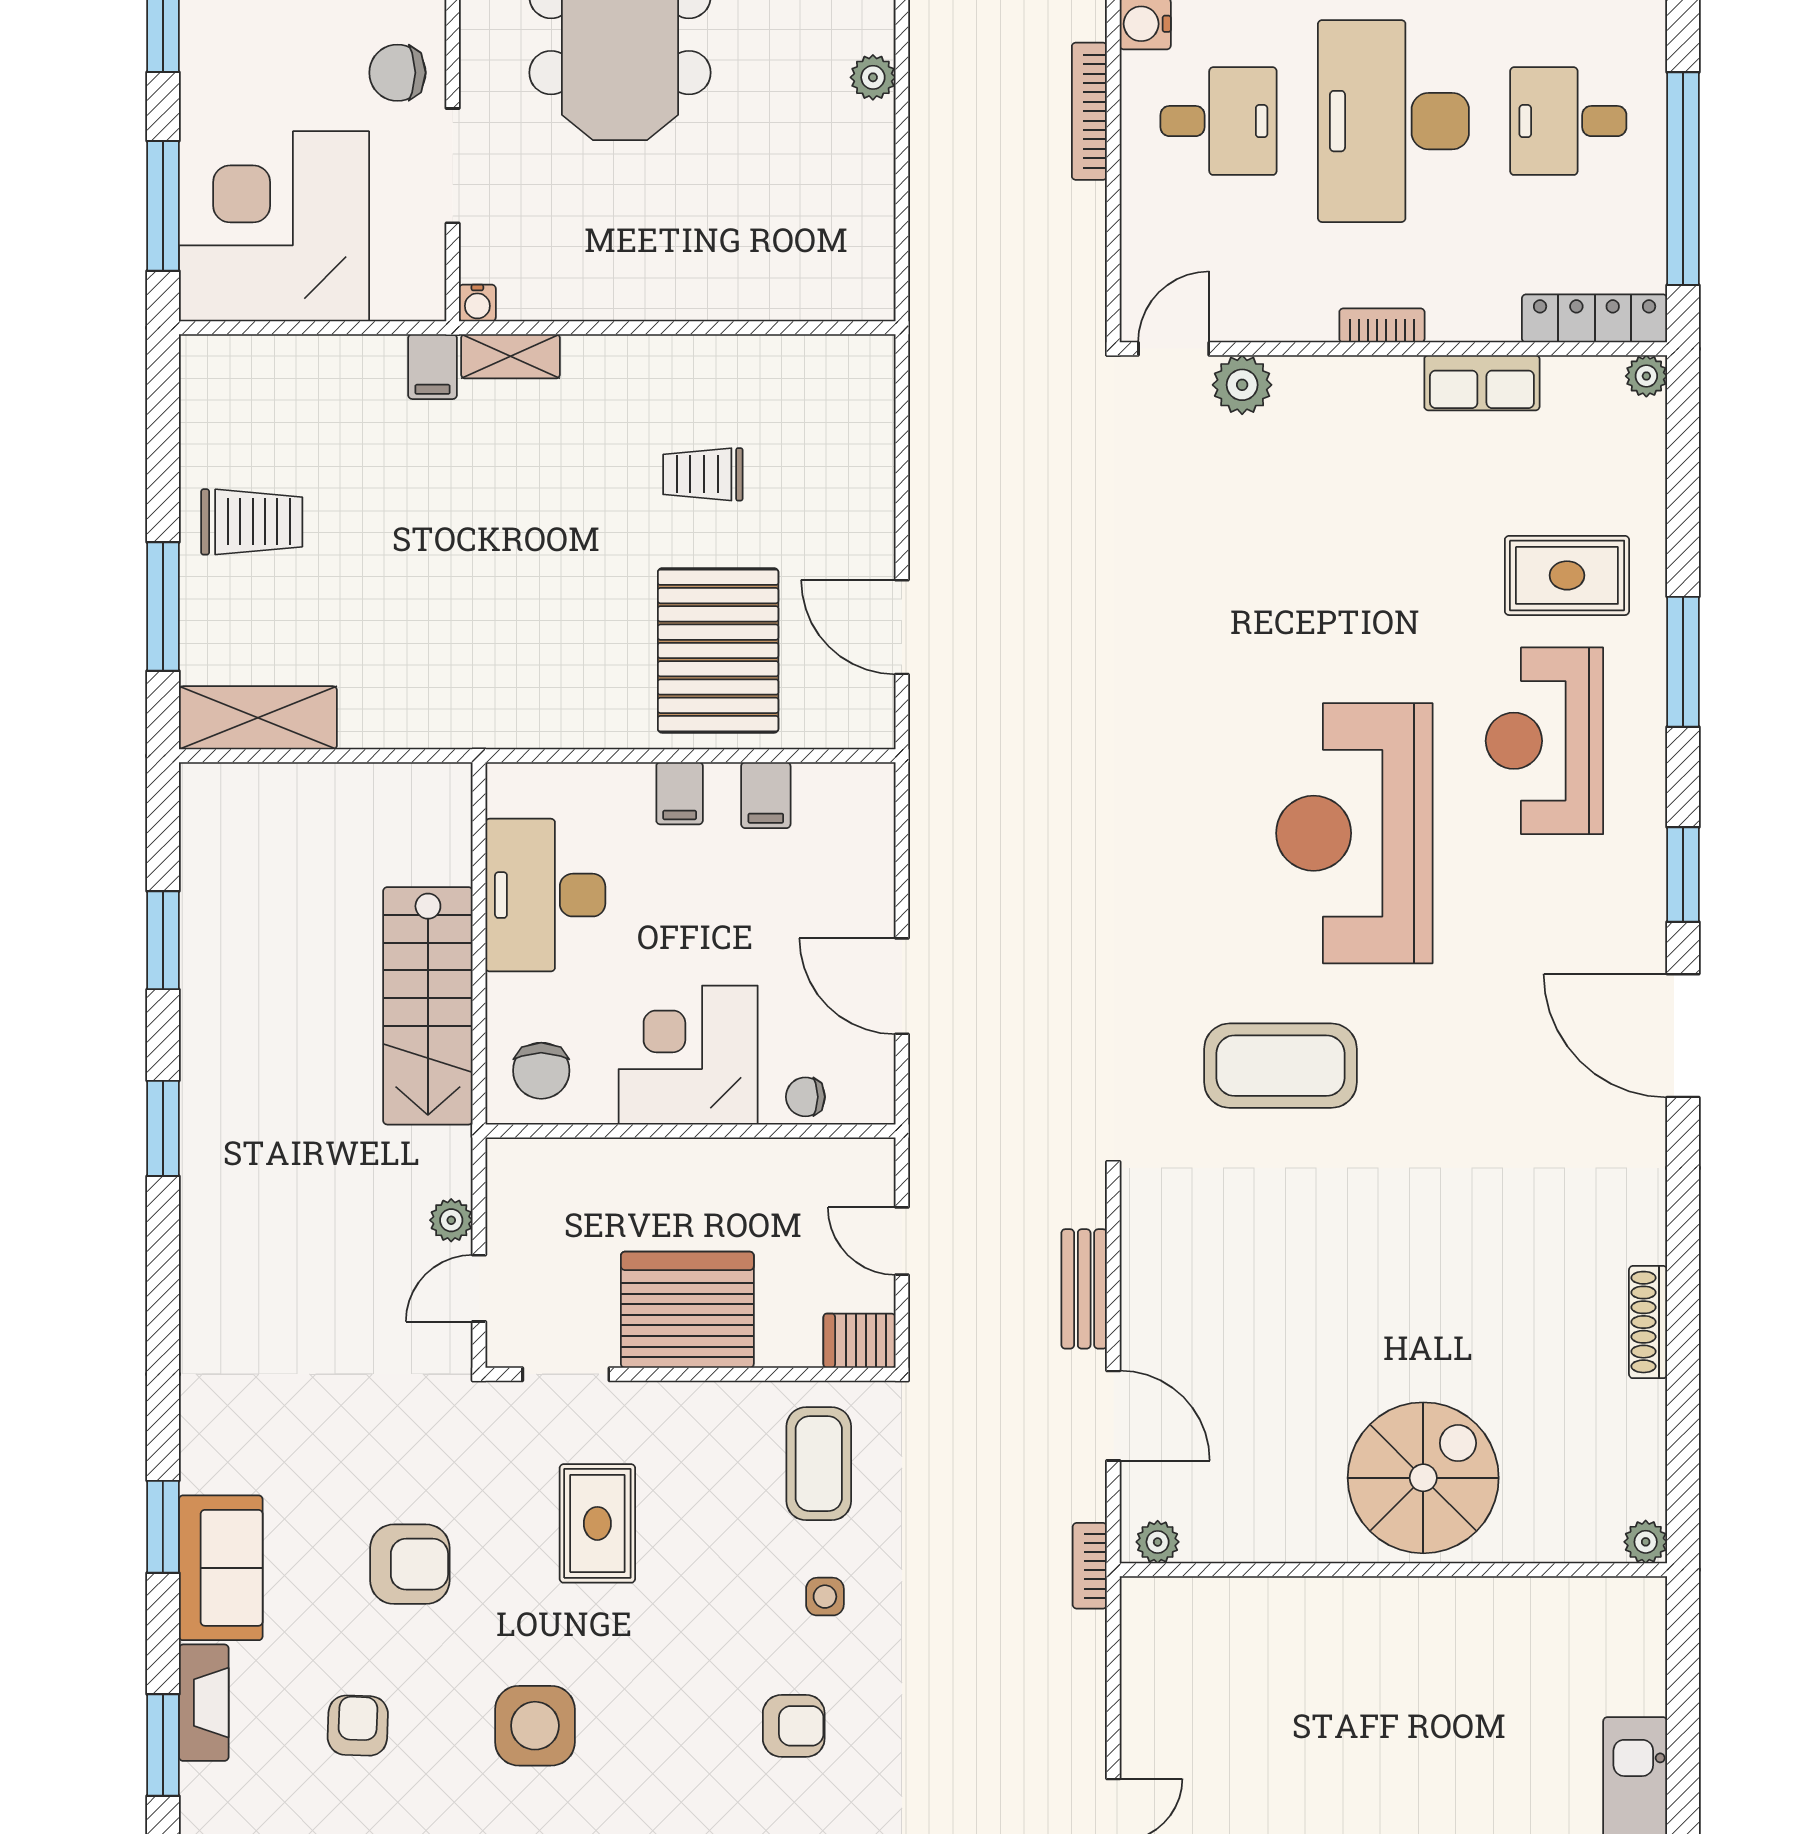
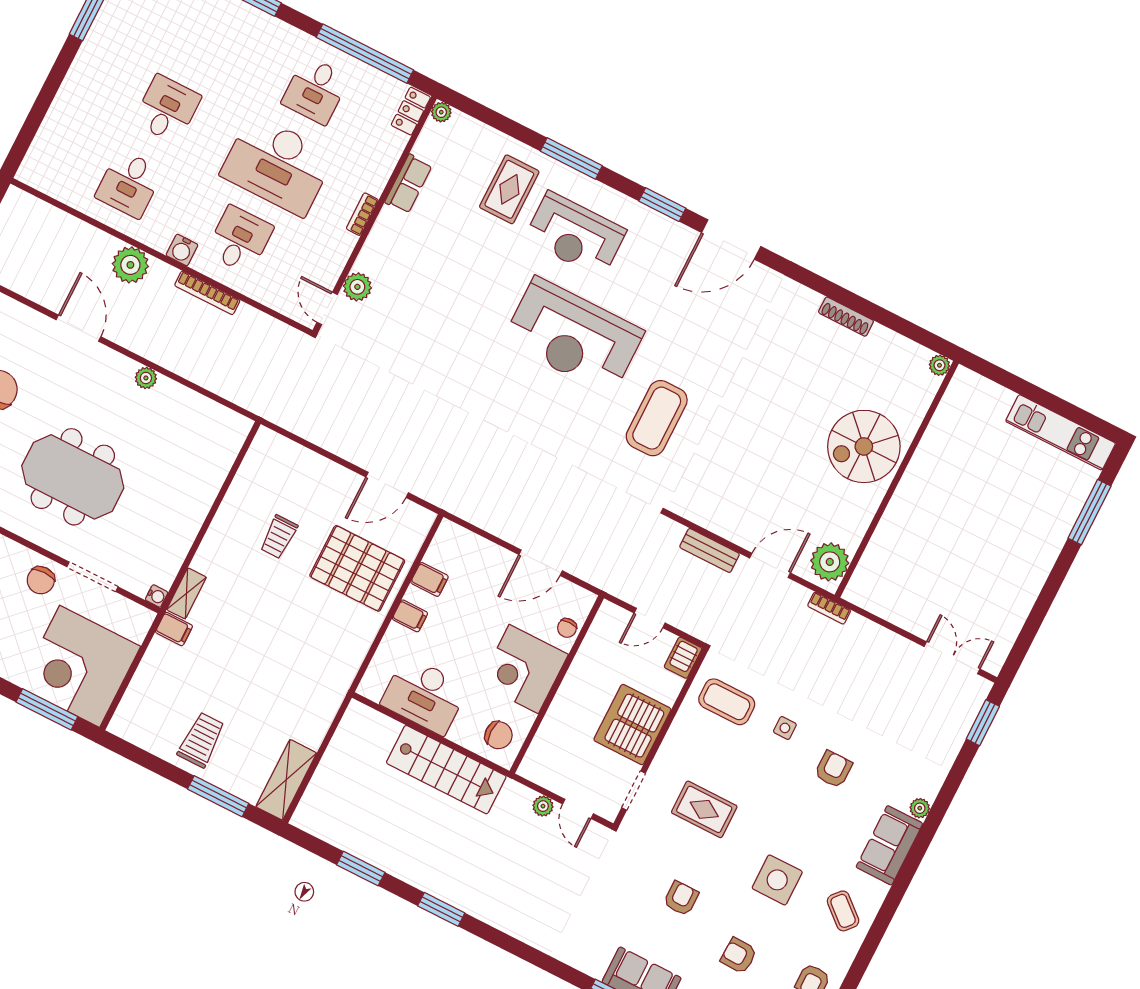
locker: (1595, 318) -> (411, 111), width x0.66
spiral stairs: (1423, 1478) -> (864, 446), turned -90
plant: (1158, 1542) -> (830, 562), width x1.88, depth x1.88
armchair: (410, 1564) -> (681, 898), width x0.72, depth x0.72

